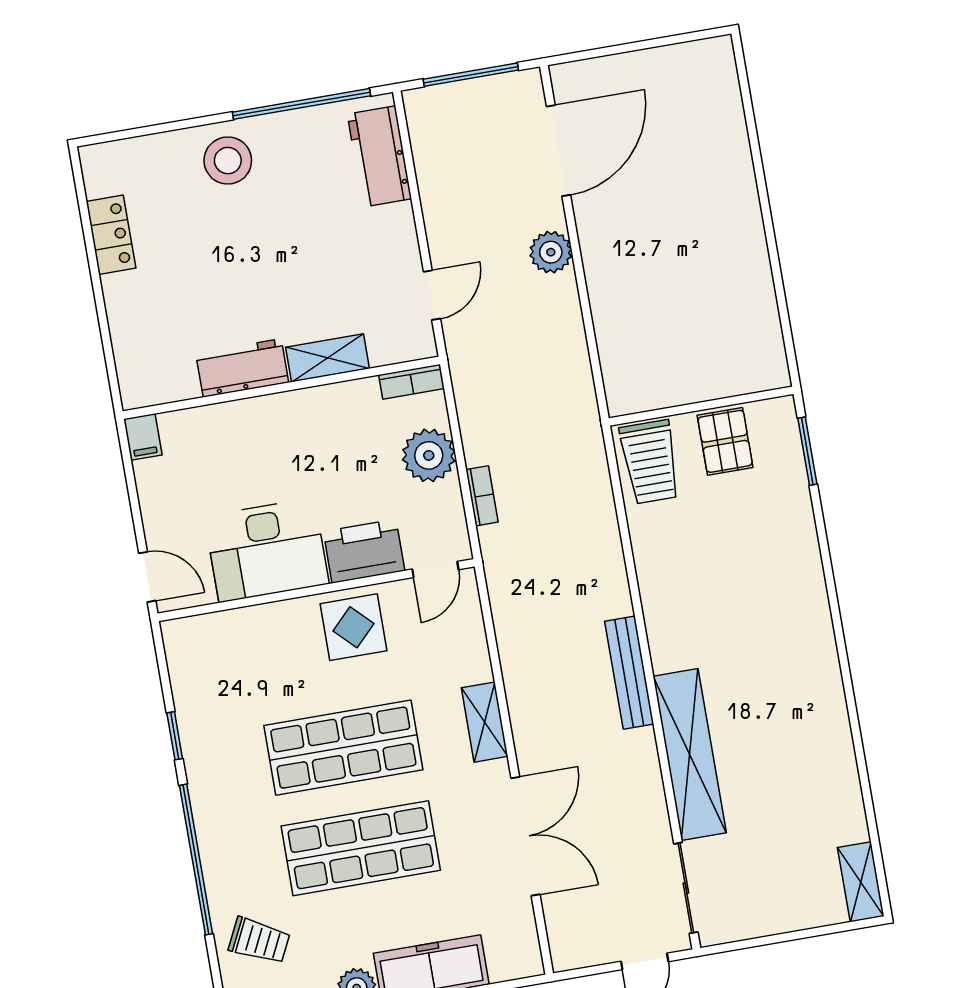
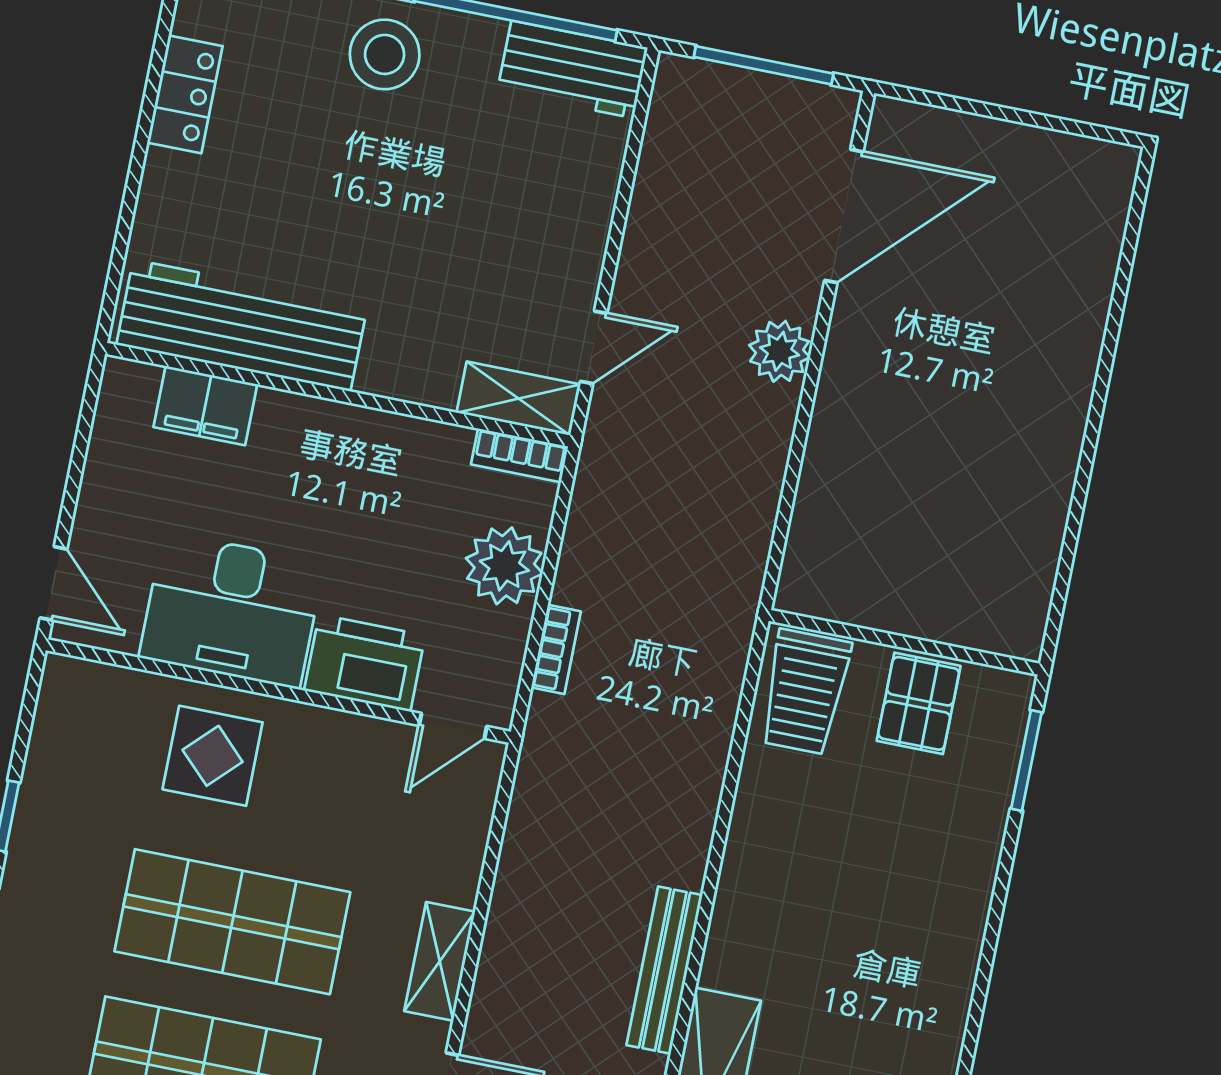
workbench: (379, 156) -> (573, 69), moved, turned -90
shelving: (328, 358) -> (518, 399), moved
workbench: (242, 368) -> (242, 326), width x1.88, depth x1.32
filing cabinet: (143, 437) -> (205, 406), moved, width x2.00
display table: (353, 627) -> (213, 756), moved

